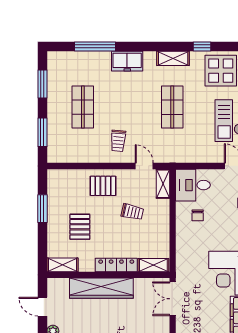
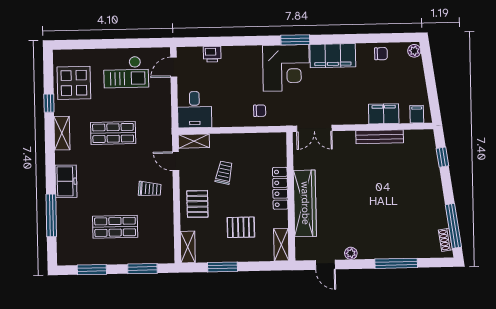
door: (144, 166) -> (176, 161), hinge flipped
chair: (198, 215) -> (260, 111), moved
shelving: (153, 265) -> (188, 247), moved
door: (42, 307) -> (325, 265), hinge flipped

